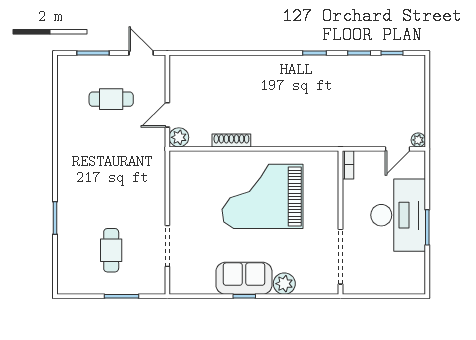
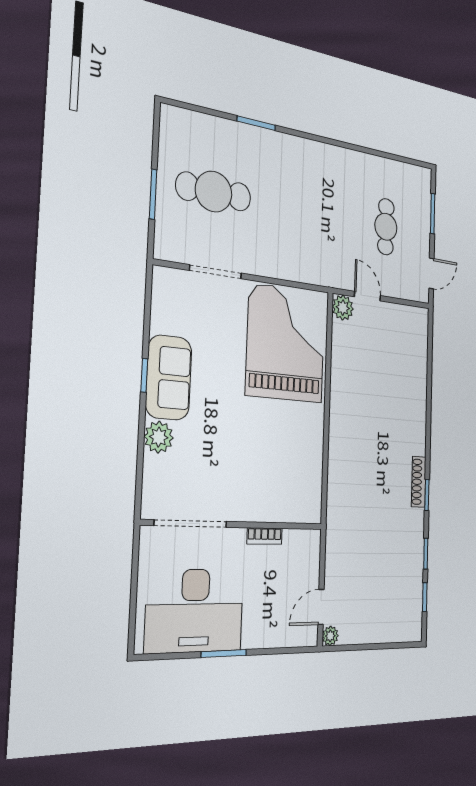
shoe rack: (231, 140) -> (419, 482), moved, turned 180
door: (398, 149) -> (321, 607), hinge flipped
bookcase: (348, 165) -> (265, 536), moved
grand piano: (263, 196) -> (286, 343), moved
desk: (398, 215) -> (195, 611), moved
cafe table: (111, 250) -> (214, 192), width x1.37, depth x1.35

